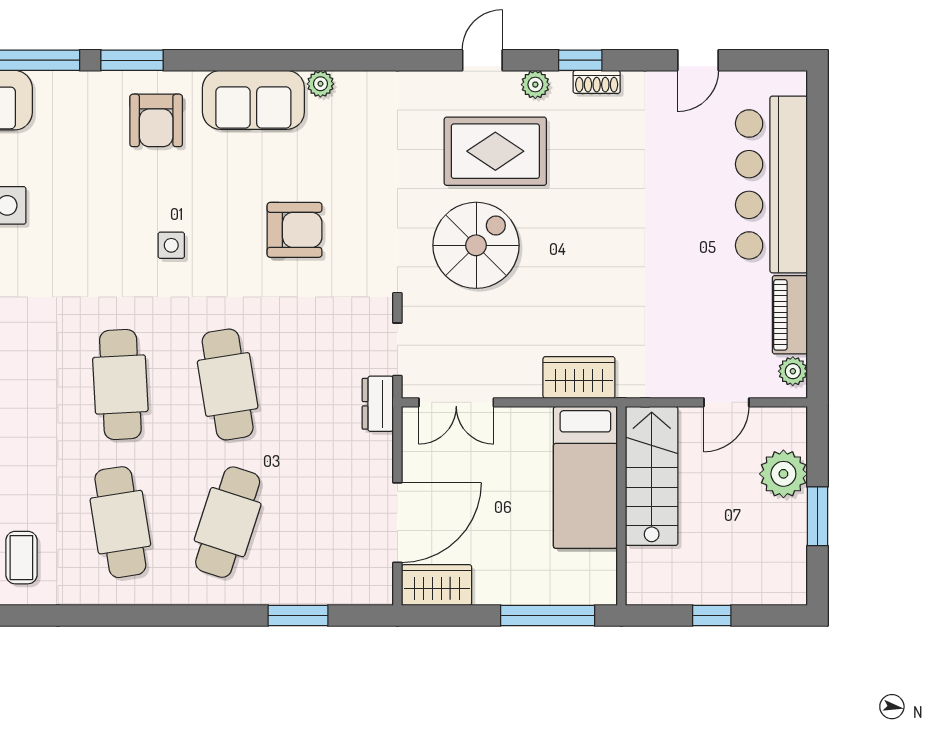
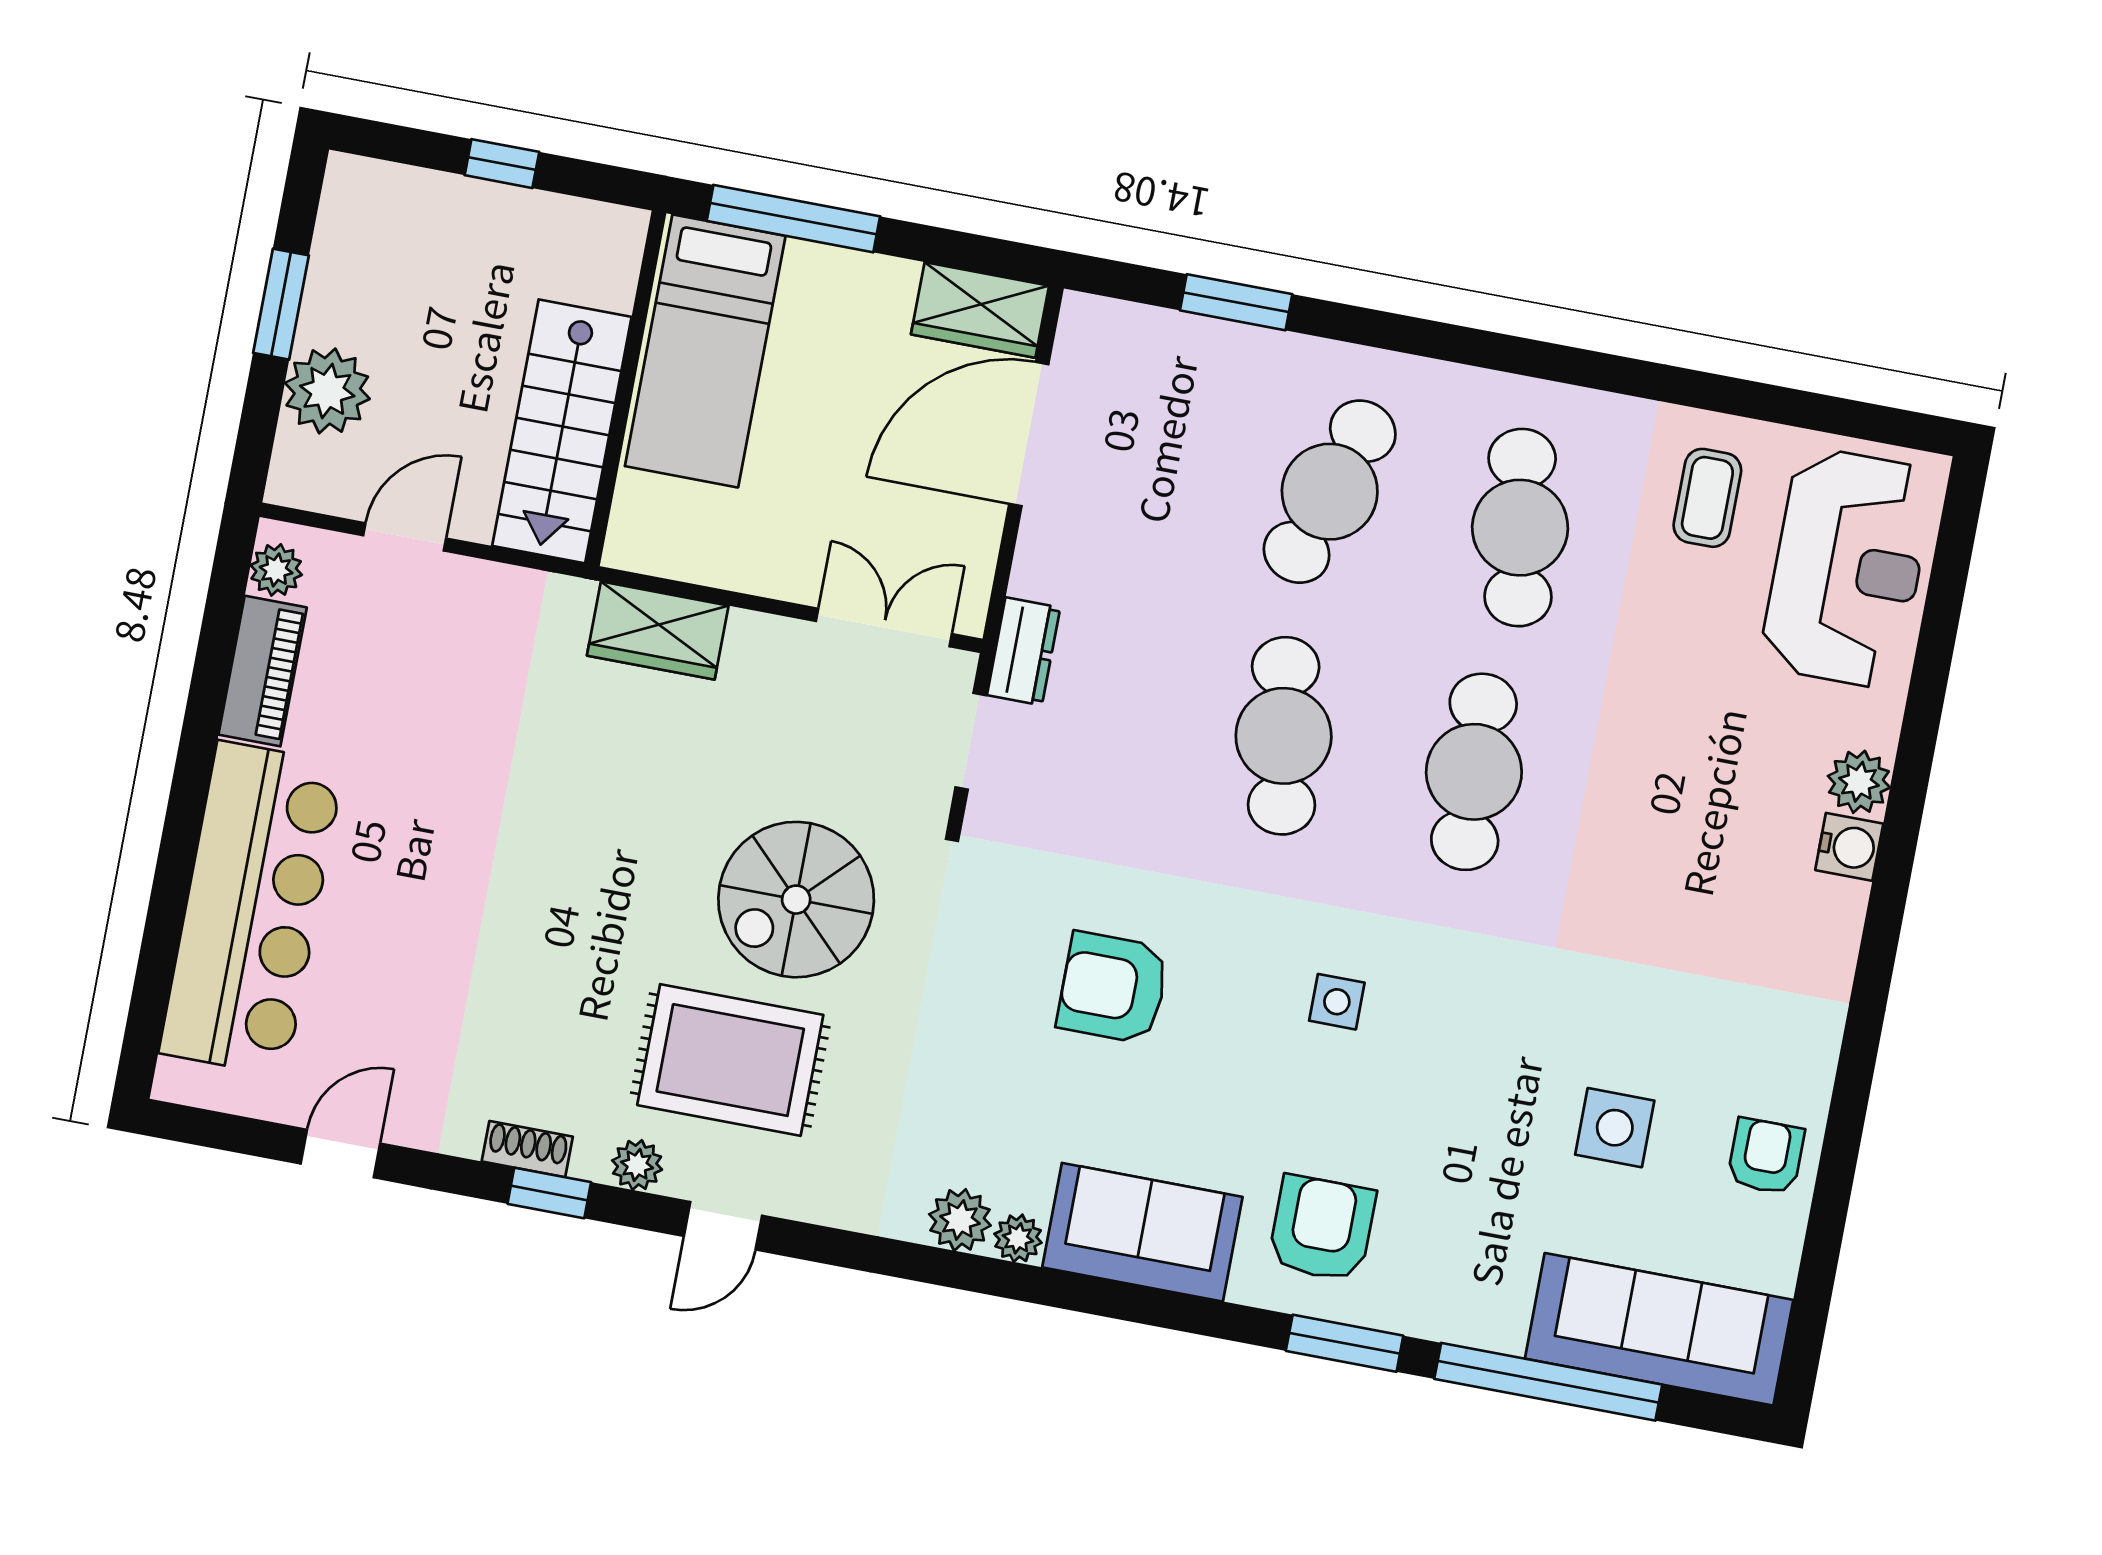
plant: (354, 88) -> (960, 1220), added
bed: (585, 477) -> (705, 351), moved, turned 180

